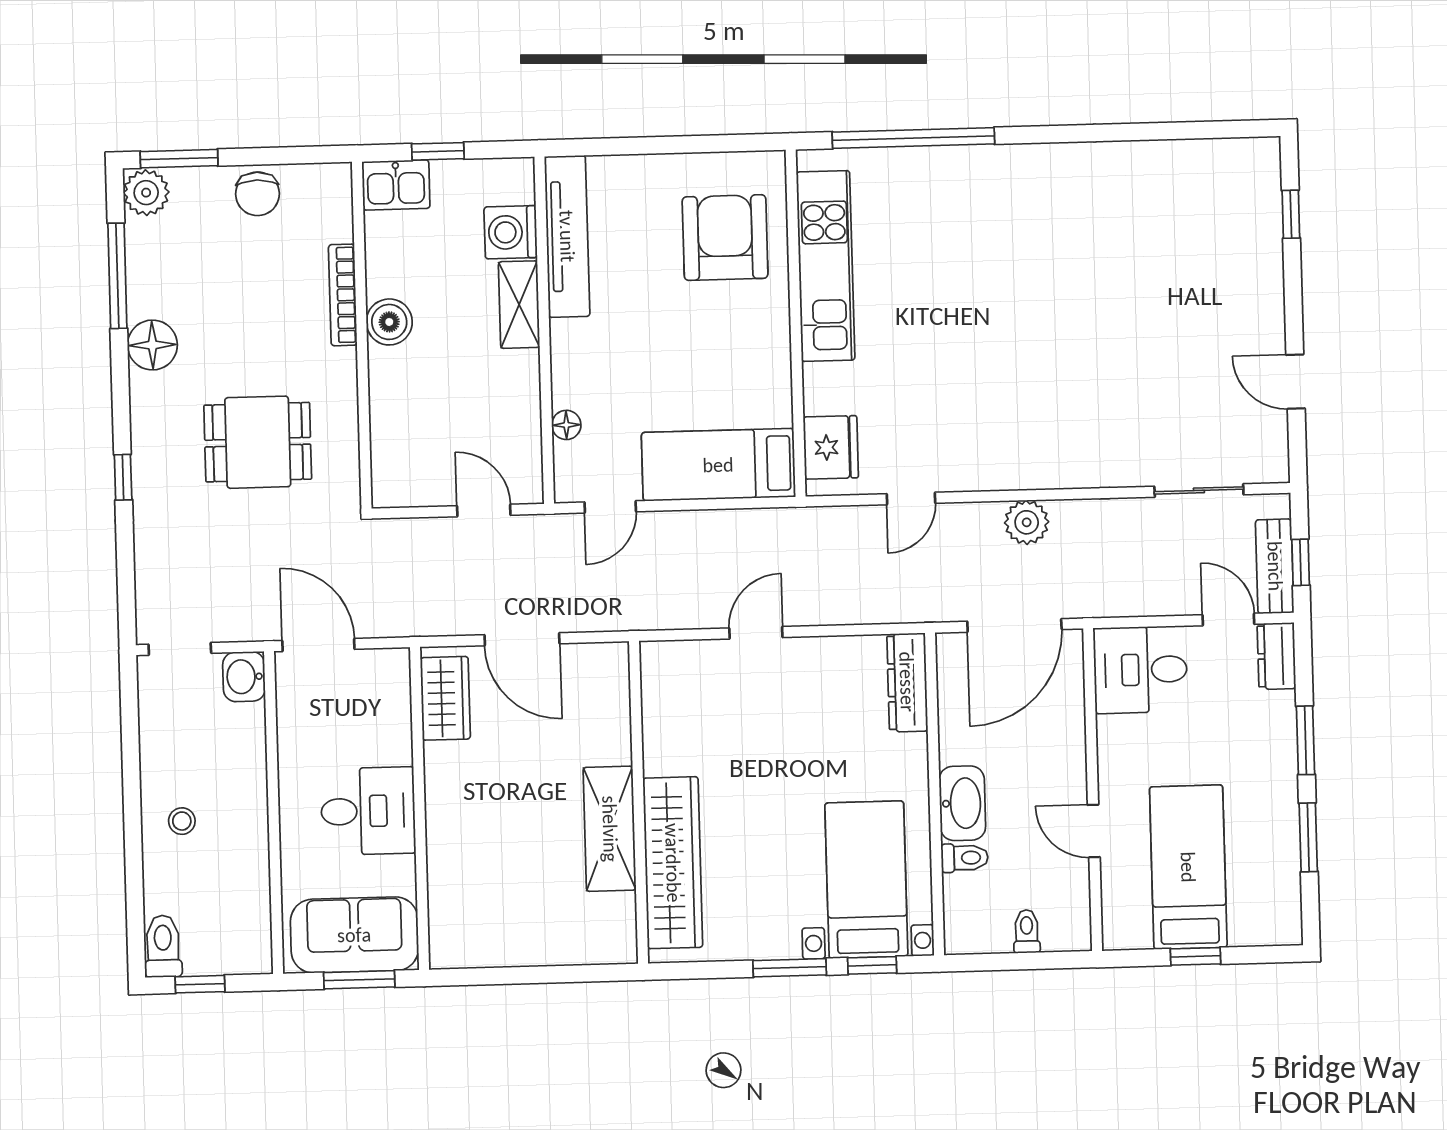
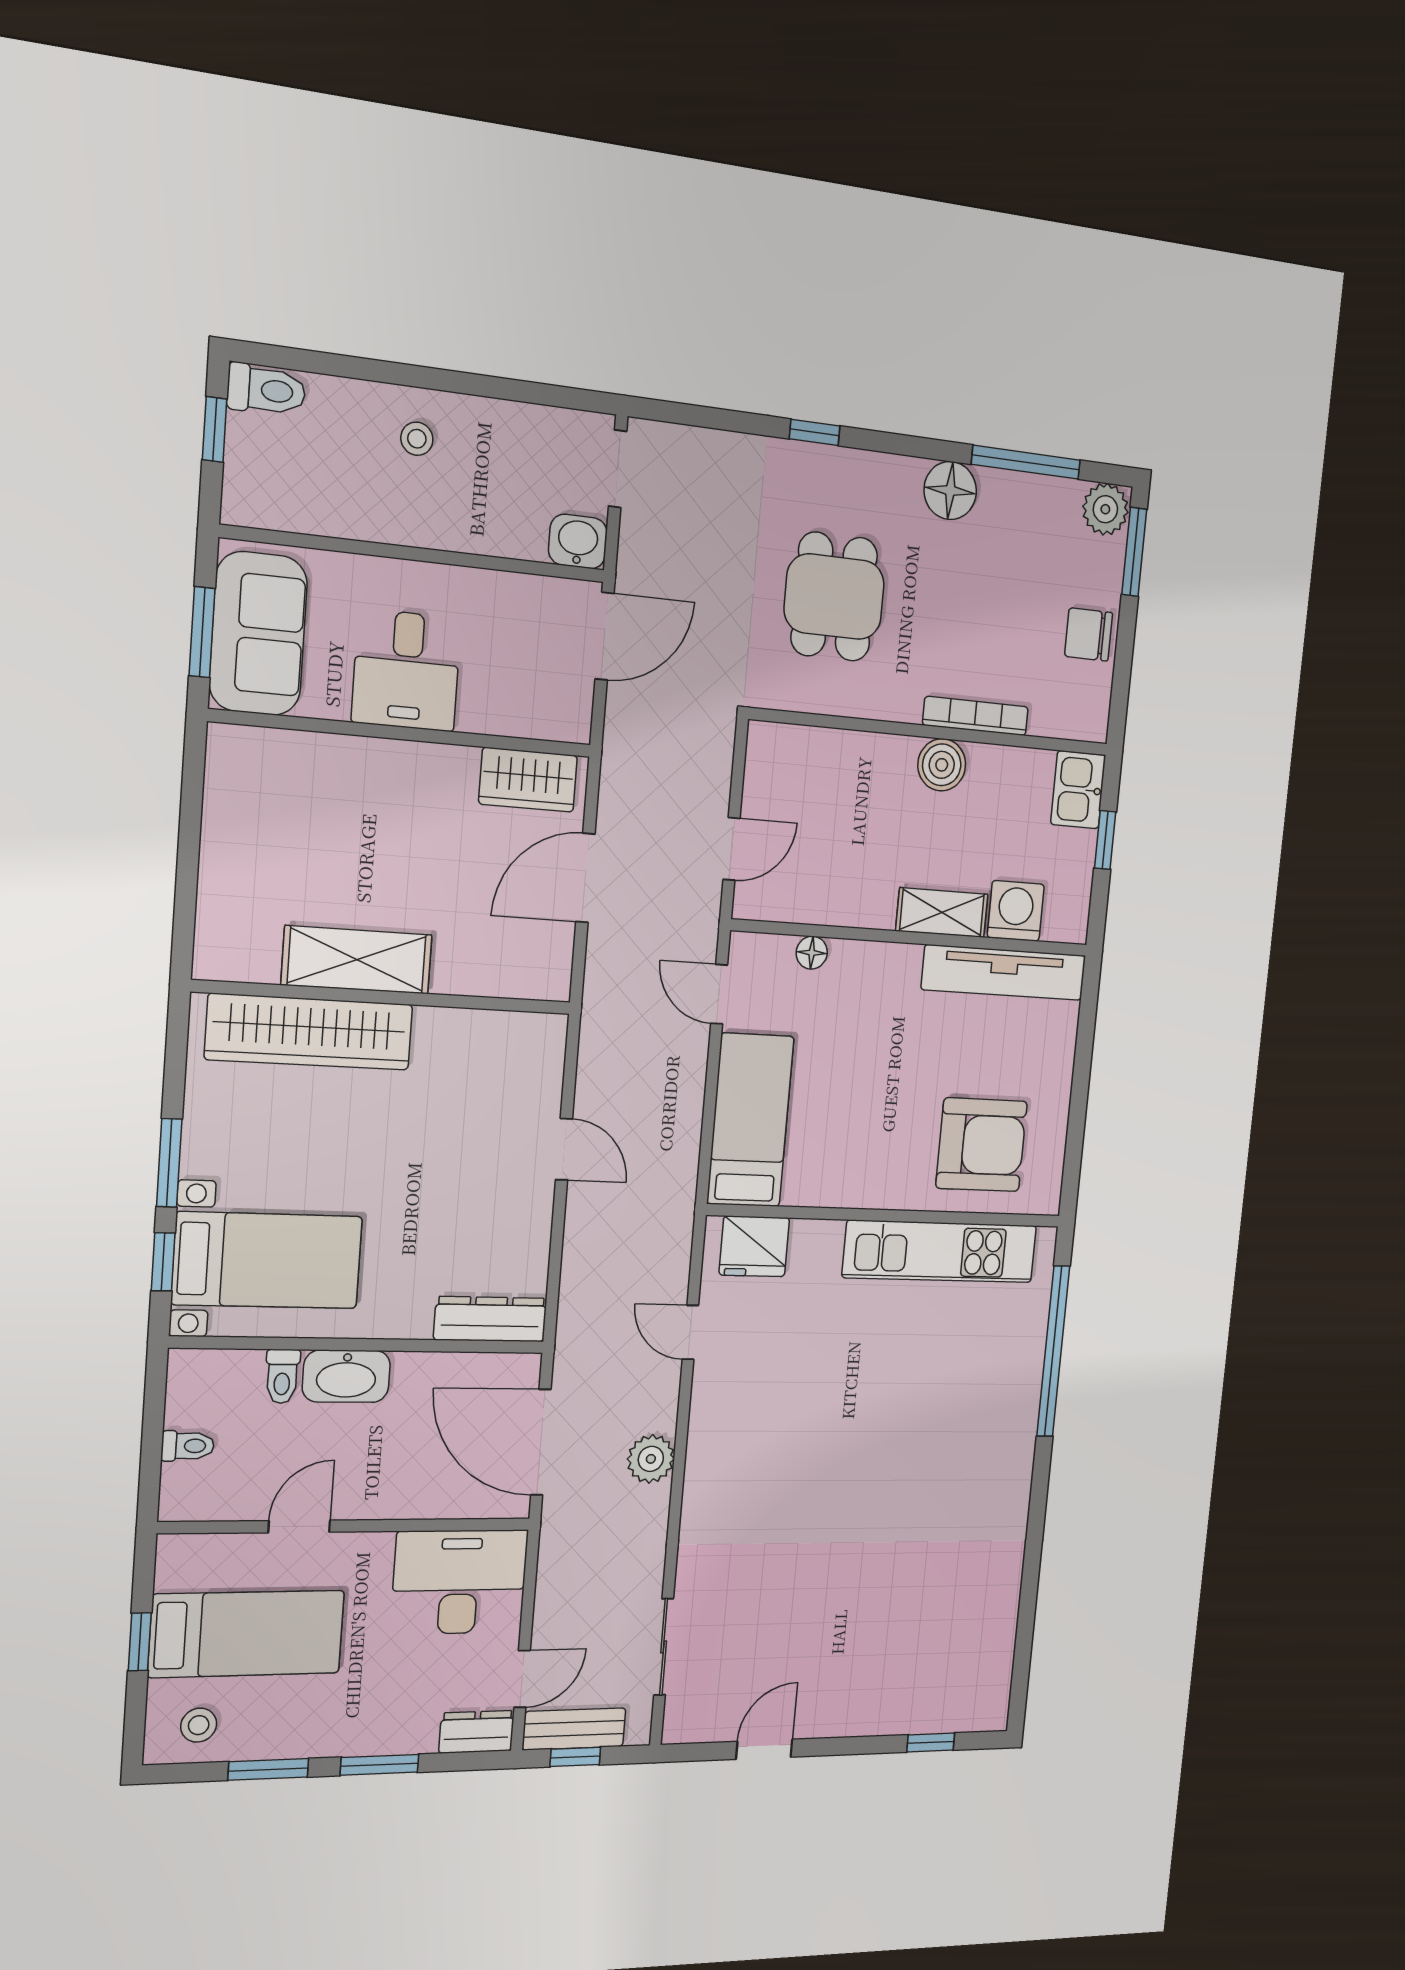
desk: (1140, 670) -> (459, 1582), width x1.37
stool: (1268, 901) -> (199, 1725), added

